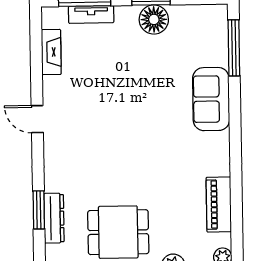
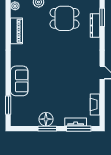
window: (234, 48) -> (8, 105), width x0.69
window: (39, 210) -> (102, 17), moved

